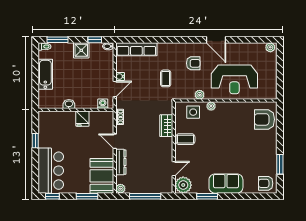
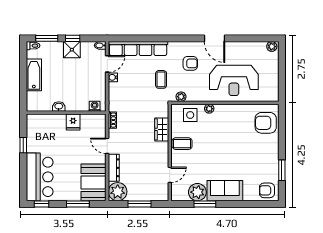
window: (95, 40) -> (73, 38), moved
row of seats: (136, 49) -> (138, 49), width x1.36
door: (115, 89) -> (107, 64), moved
plant: (200, 95) -> (181, 97), moved
plant: (183, 185) -> (197, 192), moved
plant: (120, 189) -> (118, 192), width x1.87, depth x1.87
window: (145, 196) -> (139, 204), width x0.69

